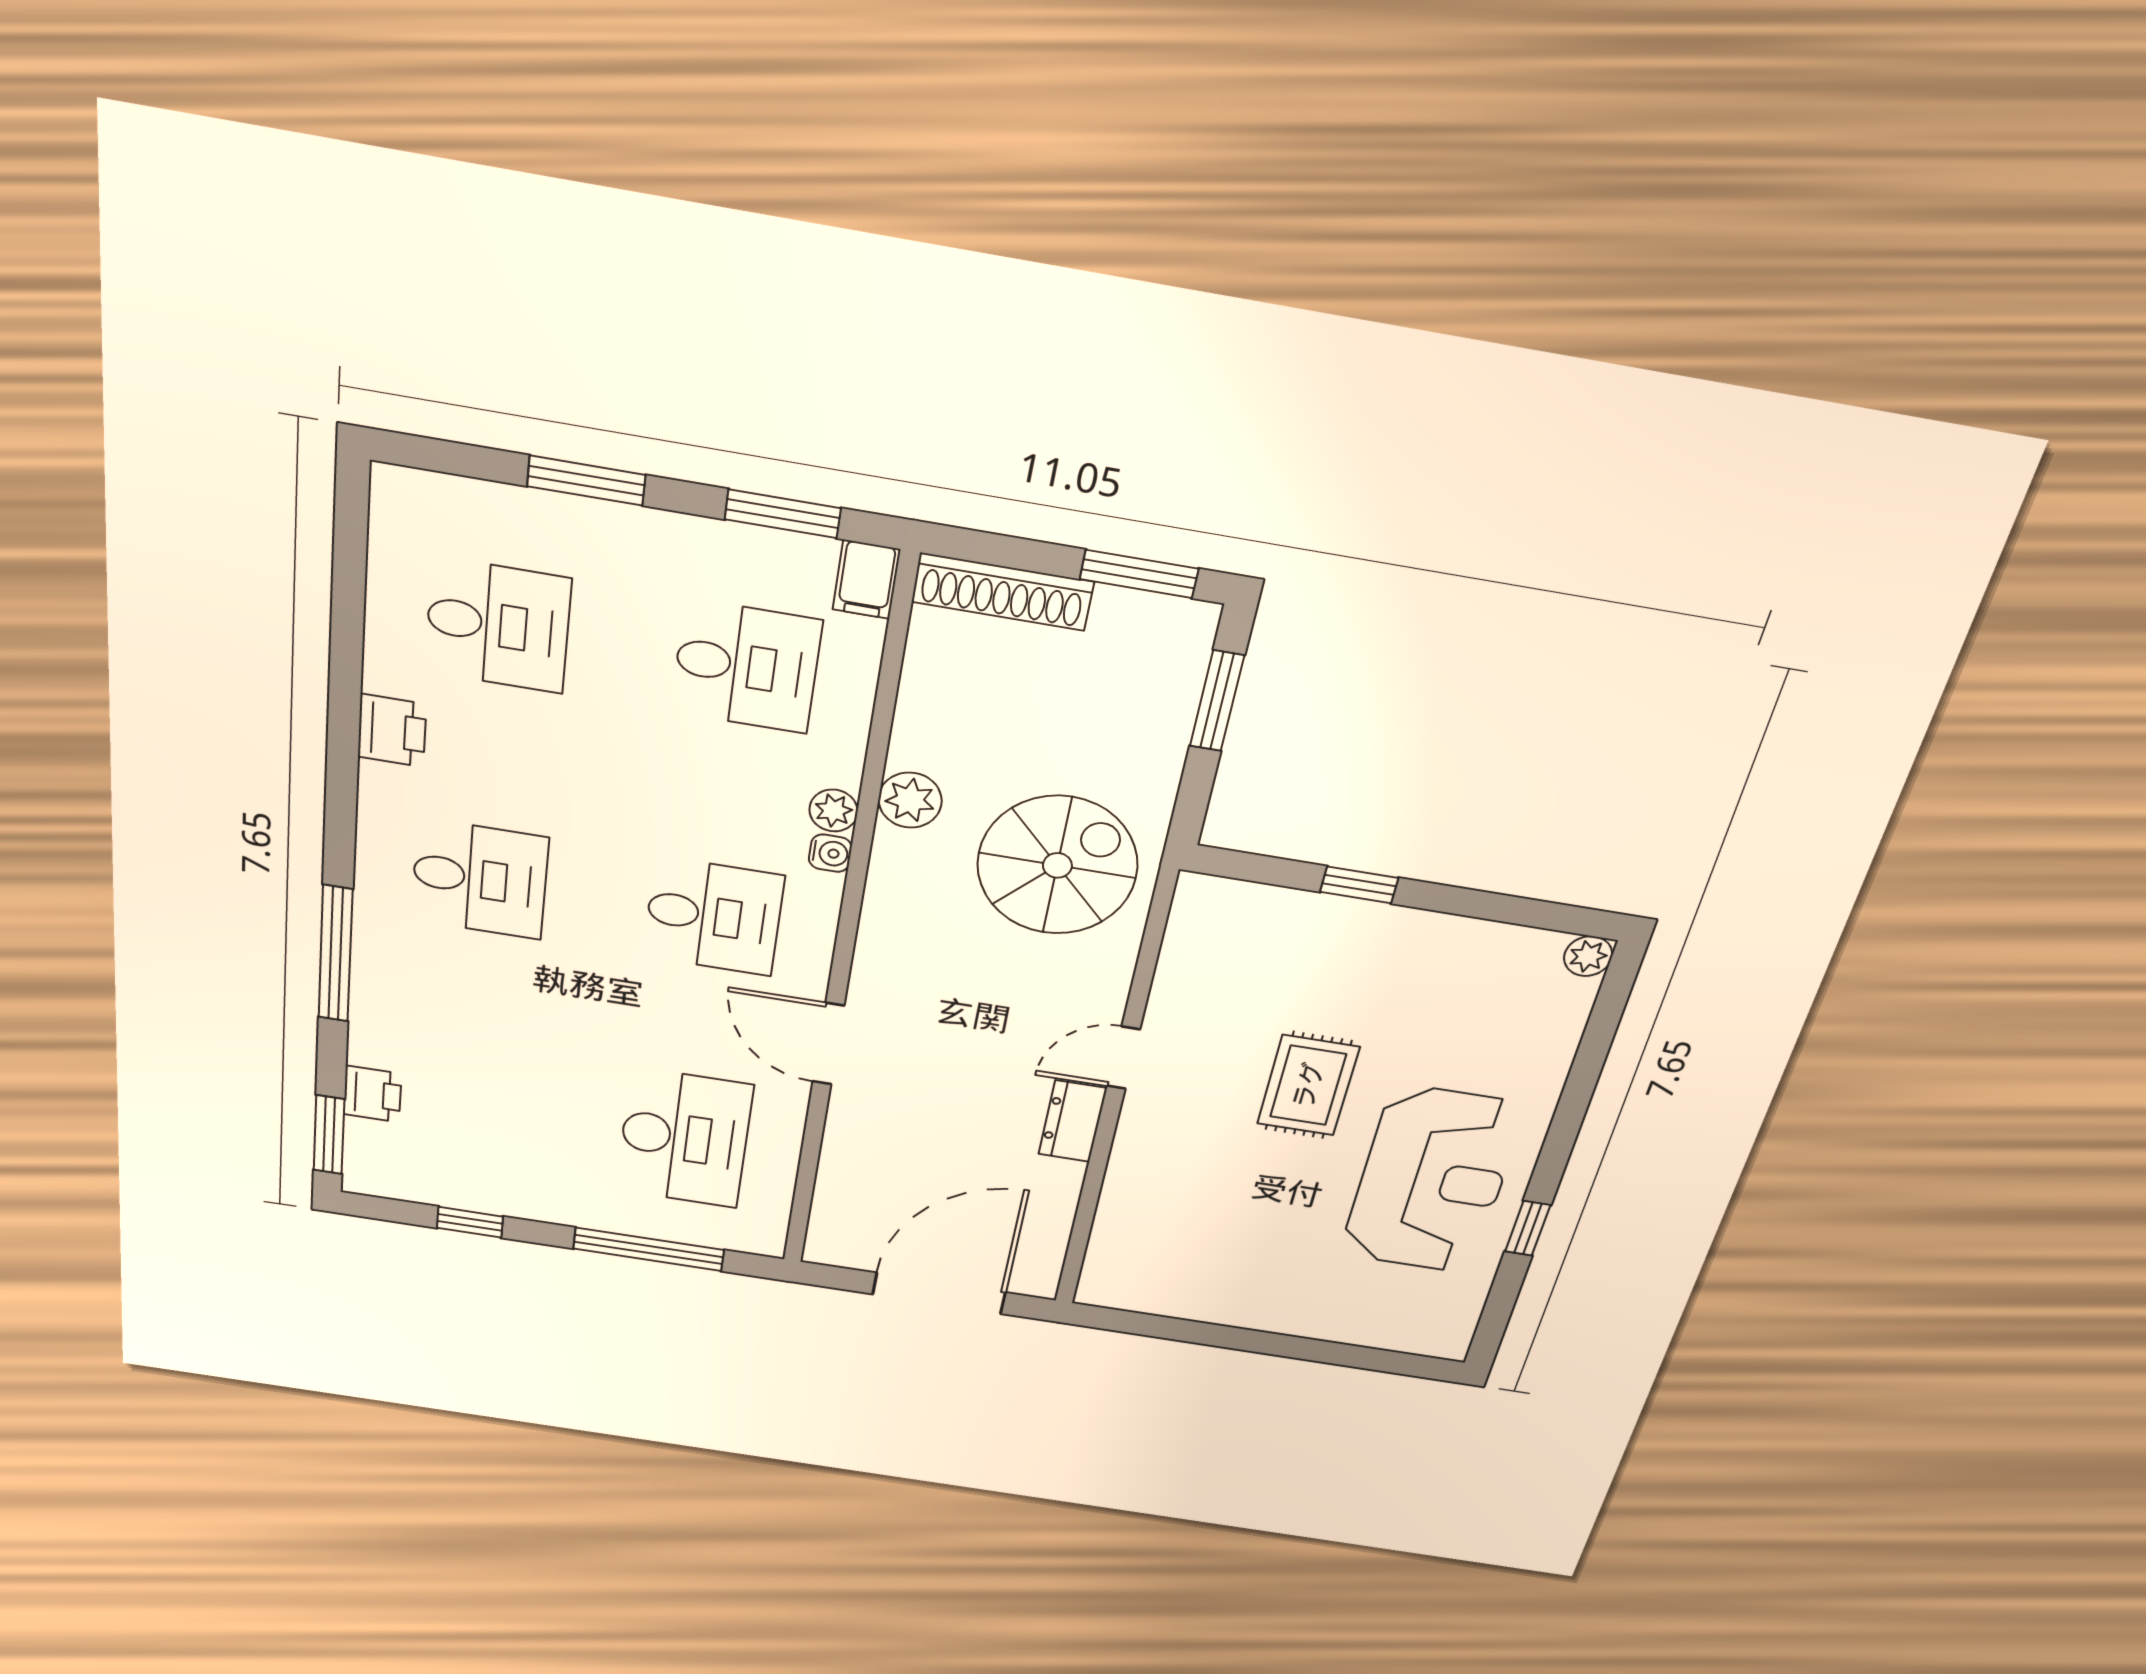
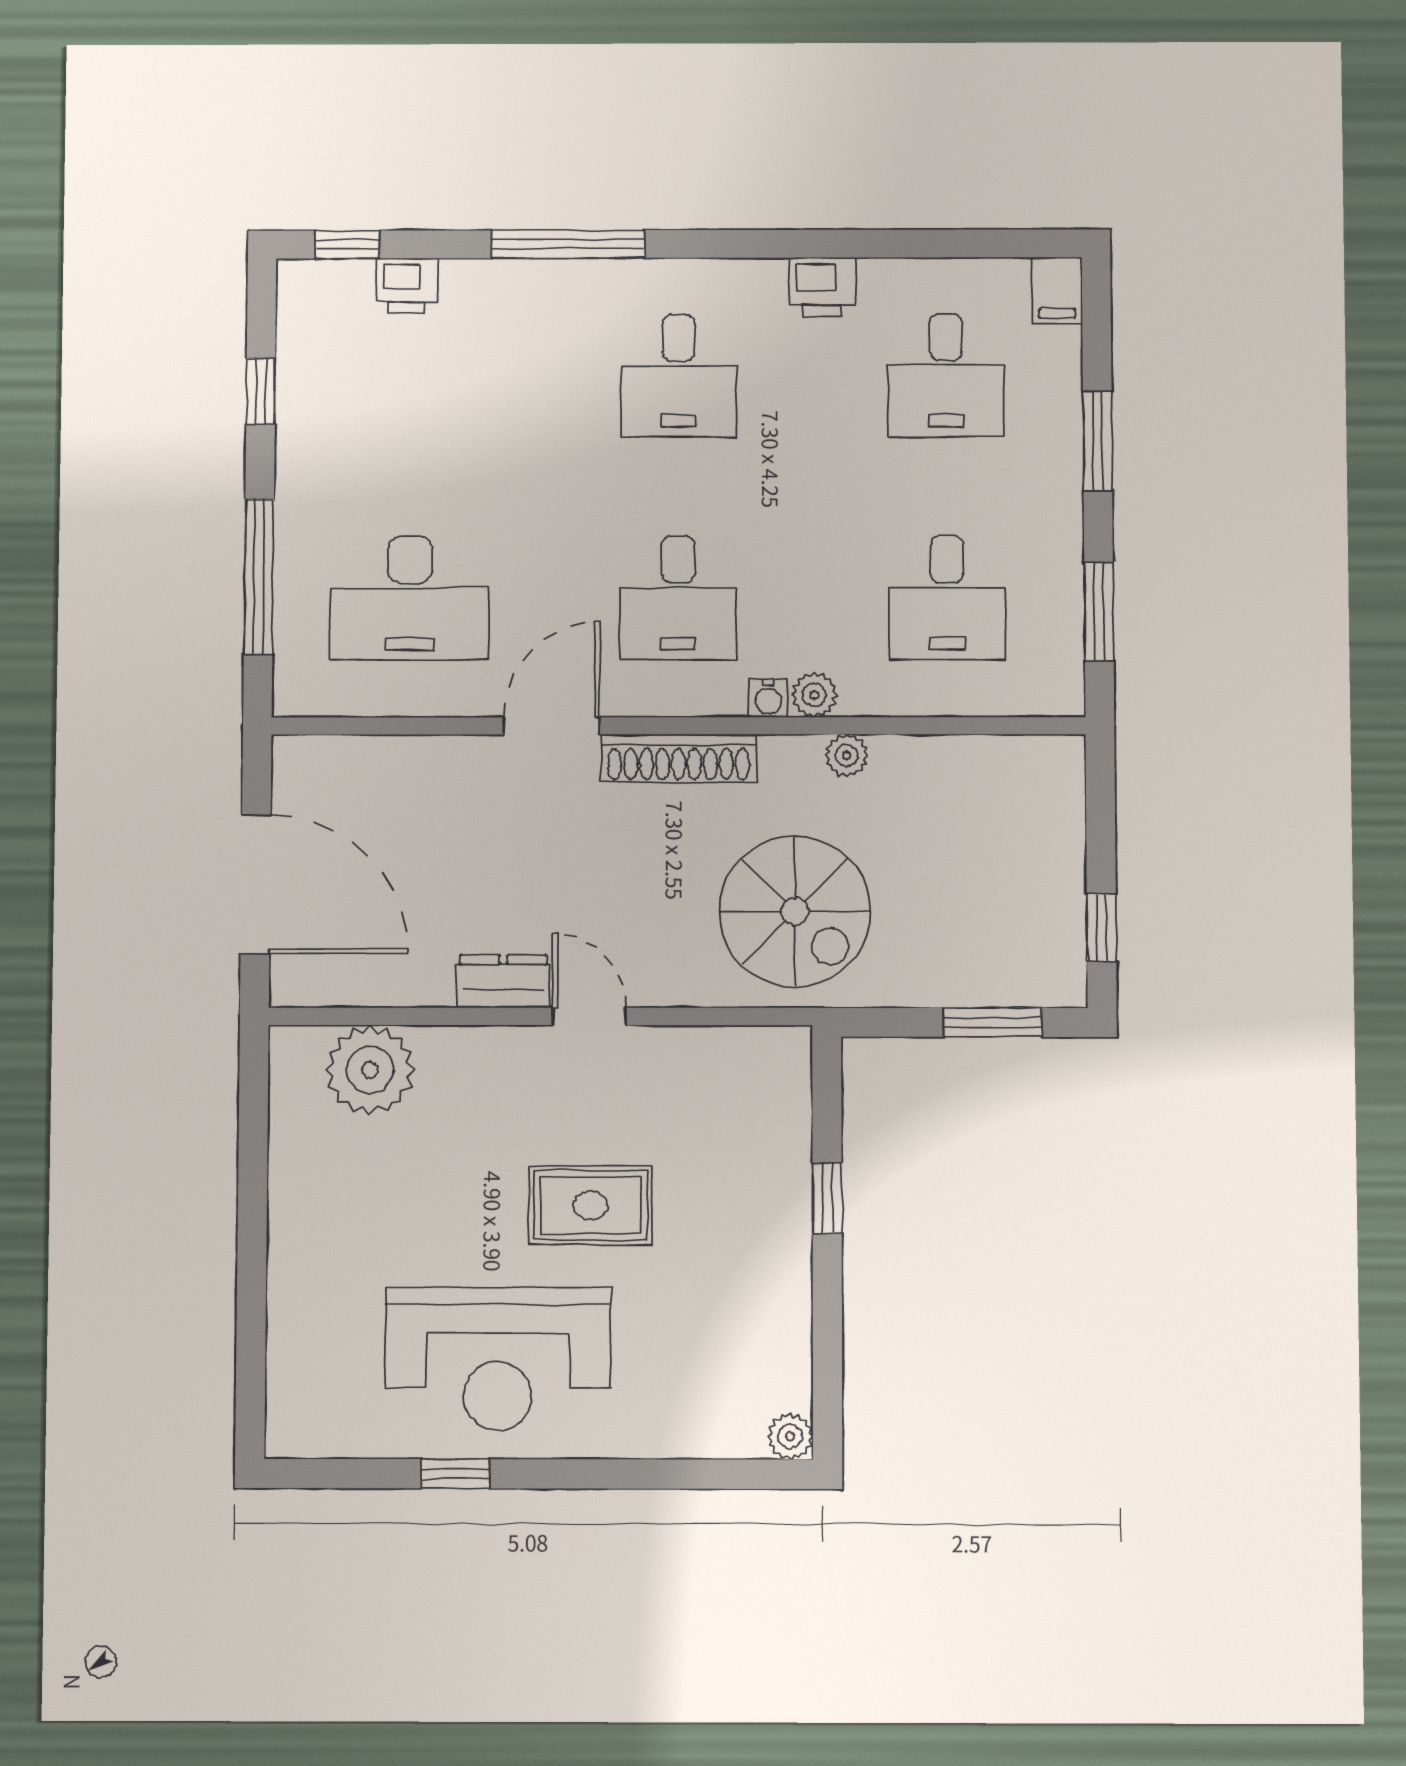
window: (1139, 574) -> (1101, 928), width x0.67
filing cabinet: (866, 579) -> (1057, 290), moved, turned -90
shoe rack: (1003, 592) -> (678, 758), moved, turned -90
plant: (910, 800) -> (847, 756), width x0.73, depth x0.73
window: (329, 1135) -> (348, 245), width x0.67
plant: (1132, 1235) -> (370, 1070), added

